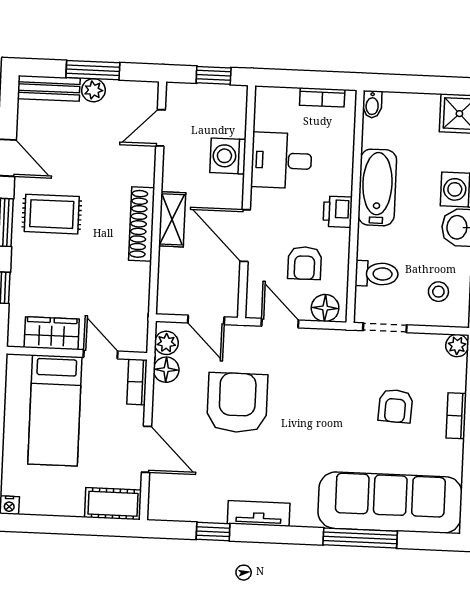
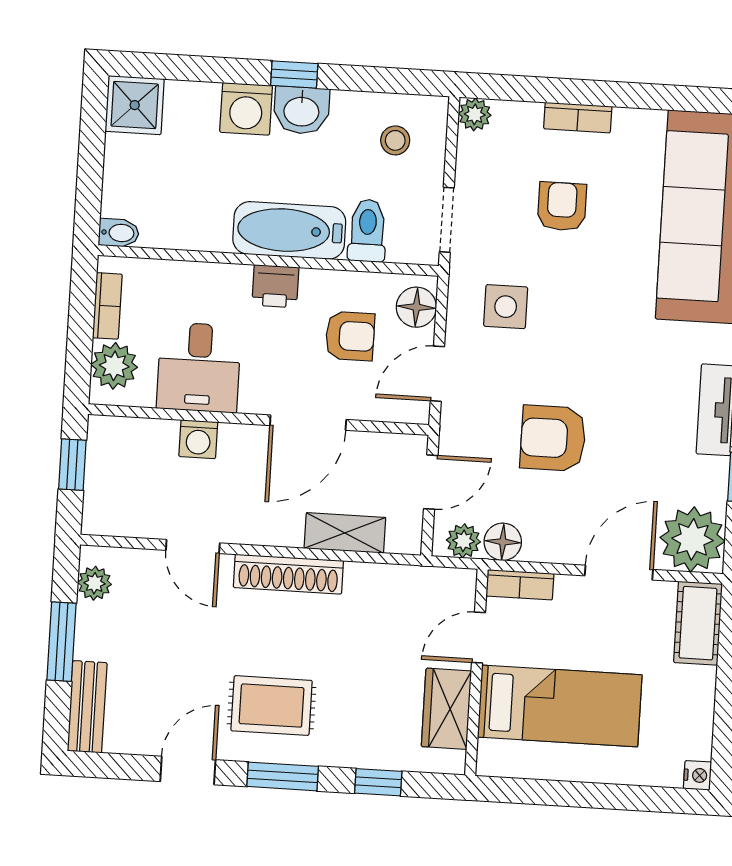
plant: (93, 90) -> (95, 583), moved
plant: (281, 103) -> (114, 366), added
door: (161, 128) -> (193, 547), moved
washing machine: (228, 156) -> (198, 439), width x0.73, depth x0.73
bathtub: (377, 187) -> (289, 230), moved
rug: (52, 214) -> (272, 706), turned 90
shelving: (172, 219) -> (345, 533), moved
side table: (326, 369) -> (506, 307), added
armchair: (237, 403) -> (553, 438), width x0.73, depth x0.73
armchair: (395, 406) -> (562, 206), turned -93
plant: (170, 499) -> (692, 539), added

